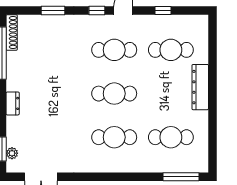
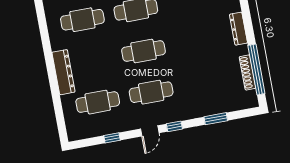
shoe rack: (12, 32) -> (248, 72), moved
dresser: (13, 103) -> (238, 29), width x1.44

